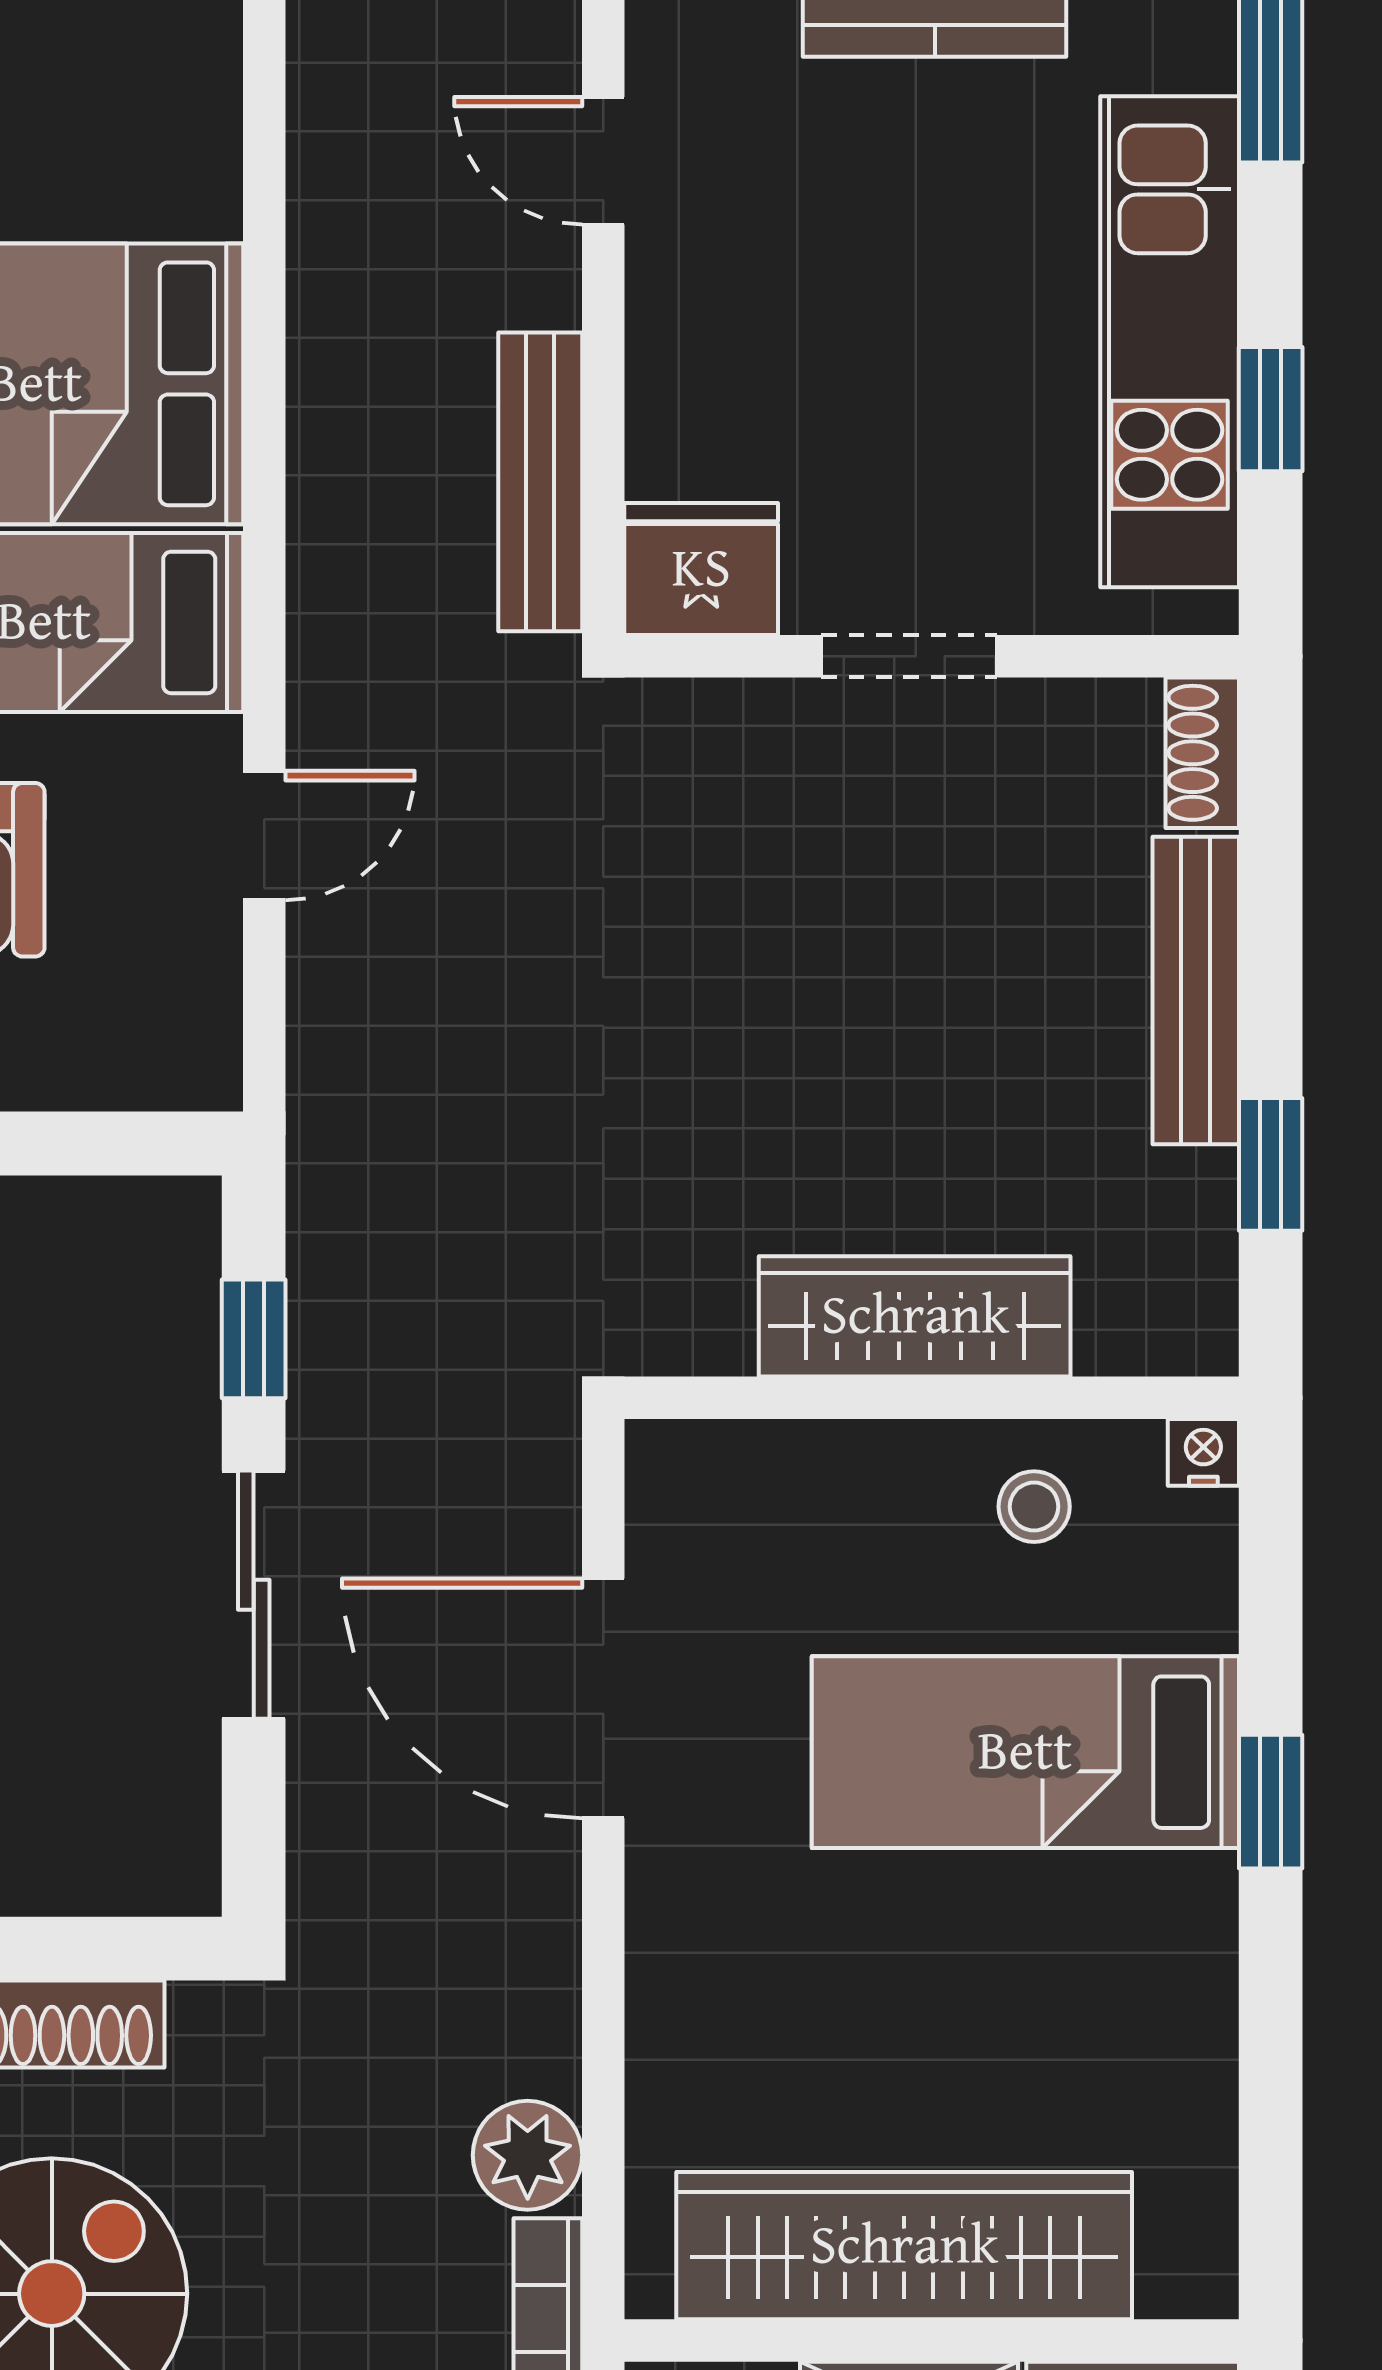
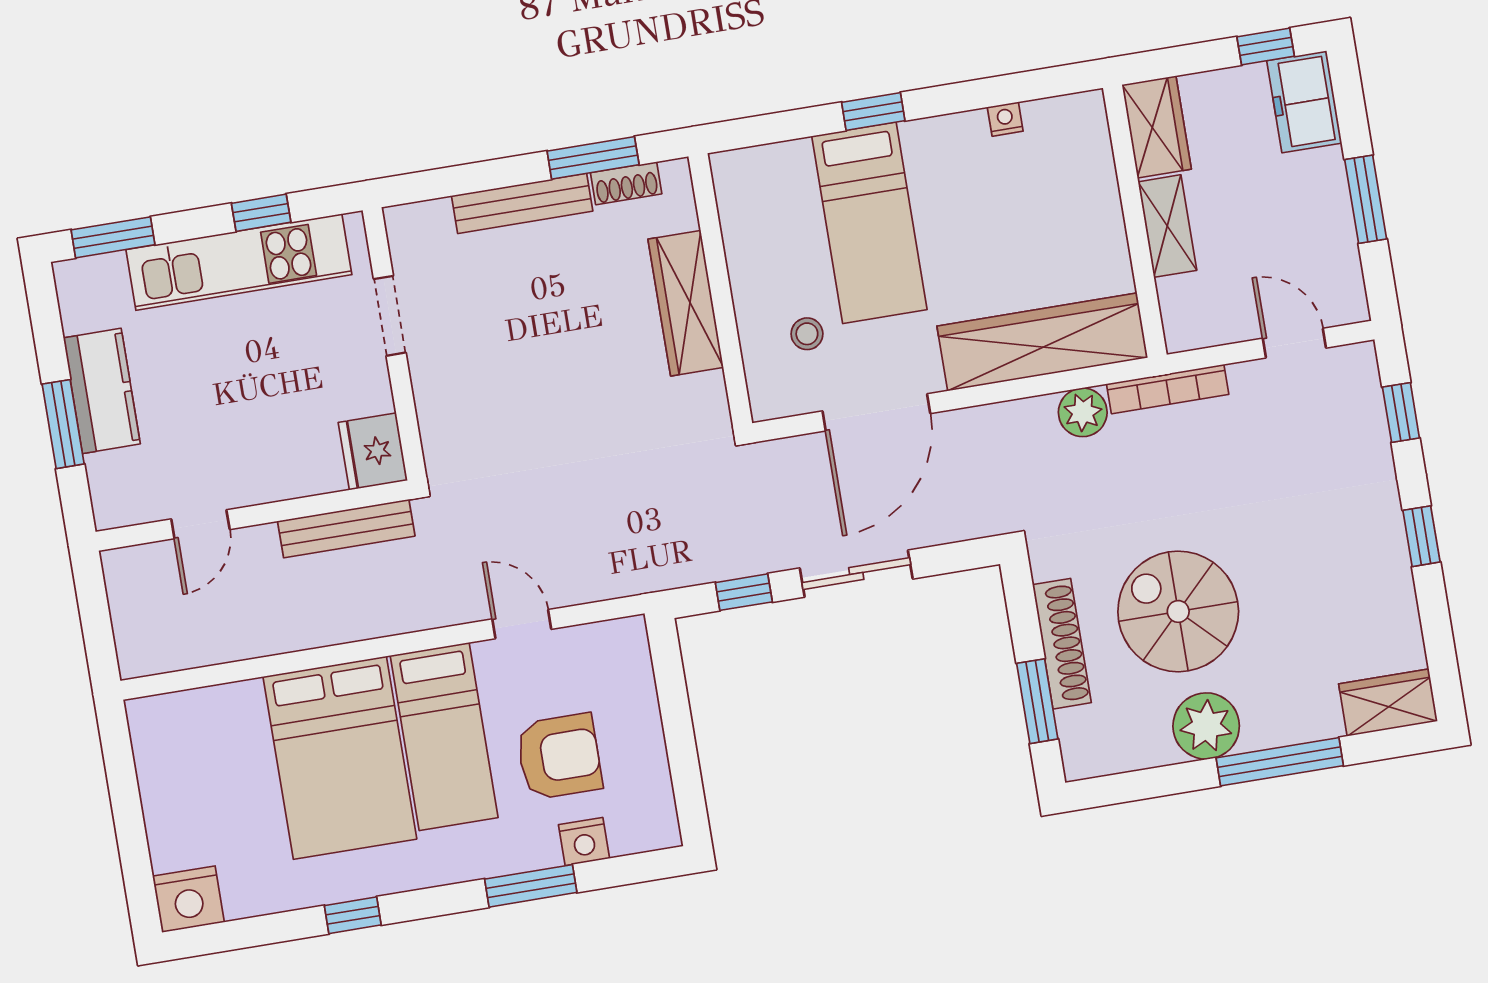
doorway: (909, 656) -> (390, 316), moved
shoe rack: (1202, 753) -> (626, 183), moved
window: (1271, 1164) -> (593, 158), width x1.50
nightstand: (1203, 1452) -> (1005, 119), moved, turned 90
stool: (1034, 1507) -> (807, 334), moved
wardrobe: (904, 2246) -> (1042, 342), moved, turned 90

